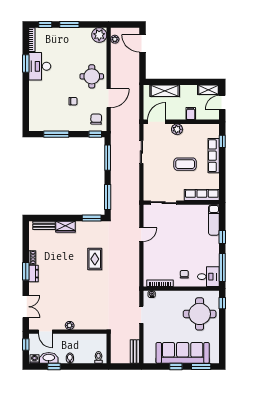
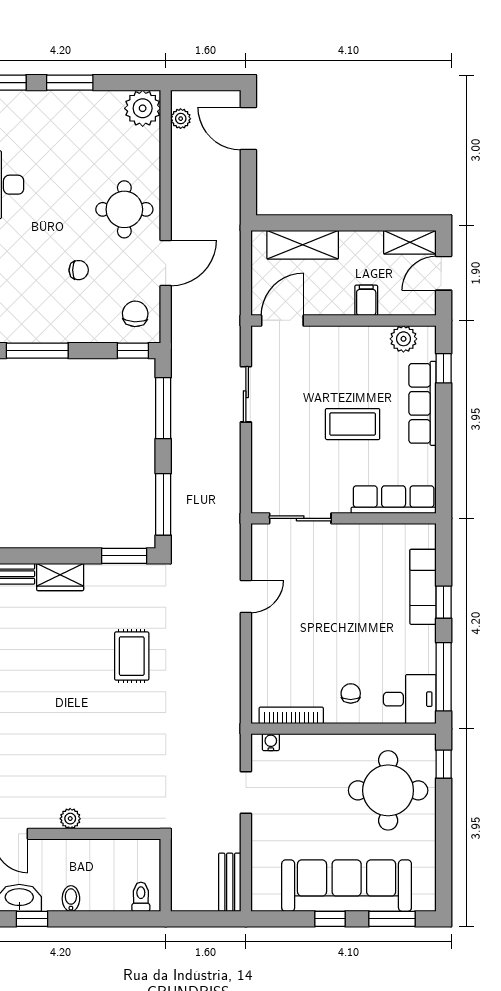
plant: (177, 129) -> (403, 339), moved
exam couch: (214, 220) -> (423, 587), moved

